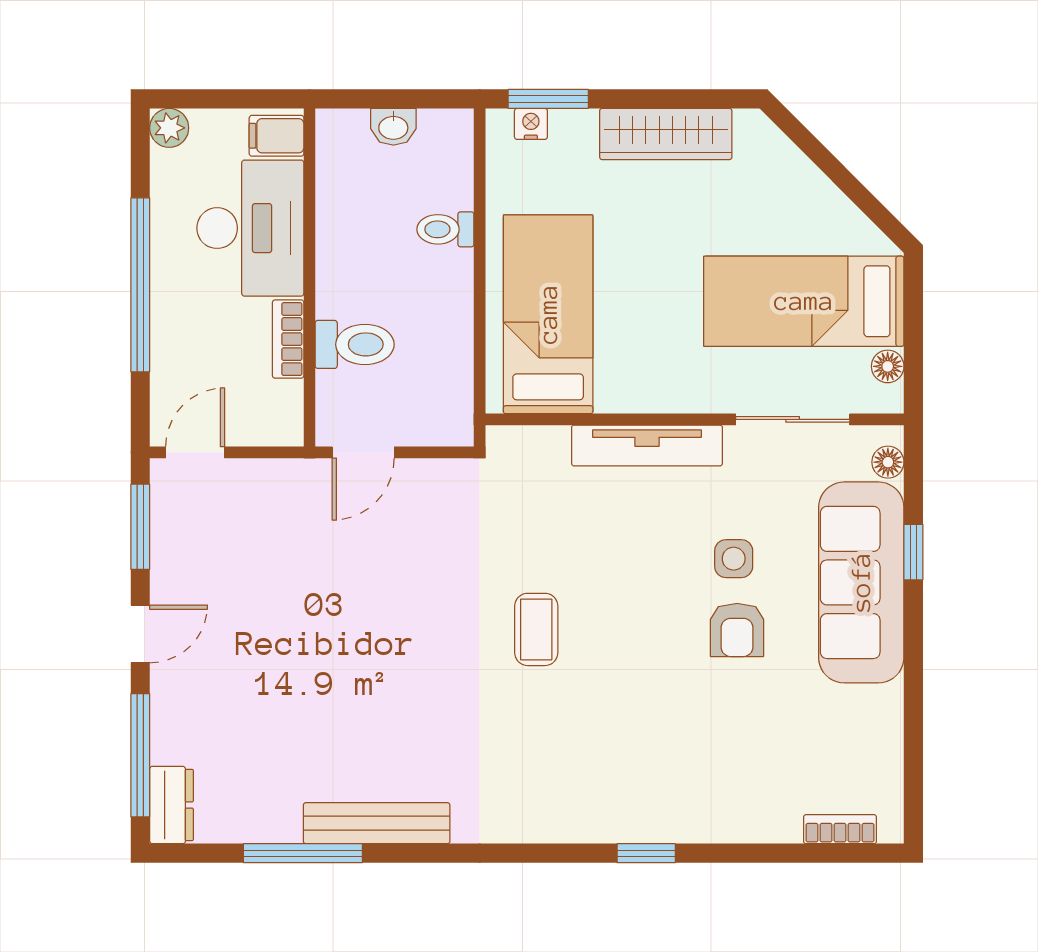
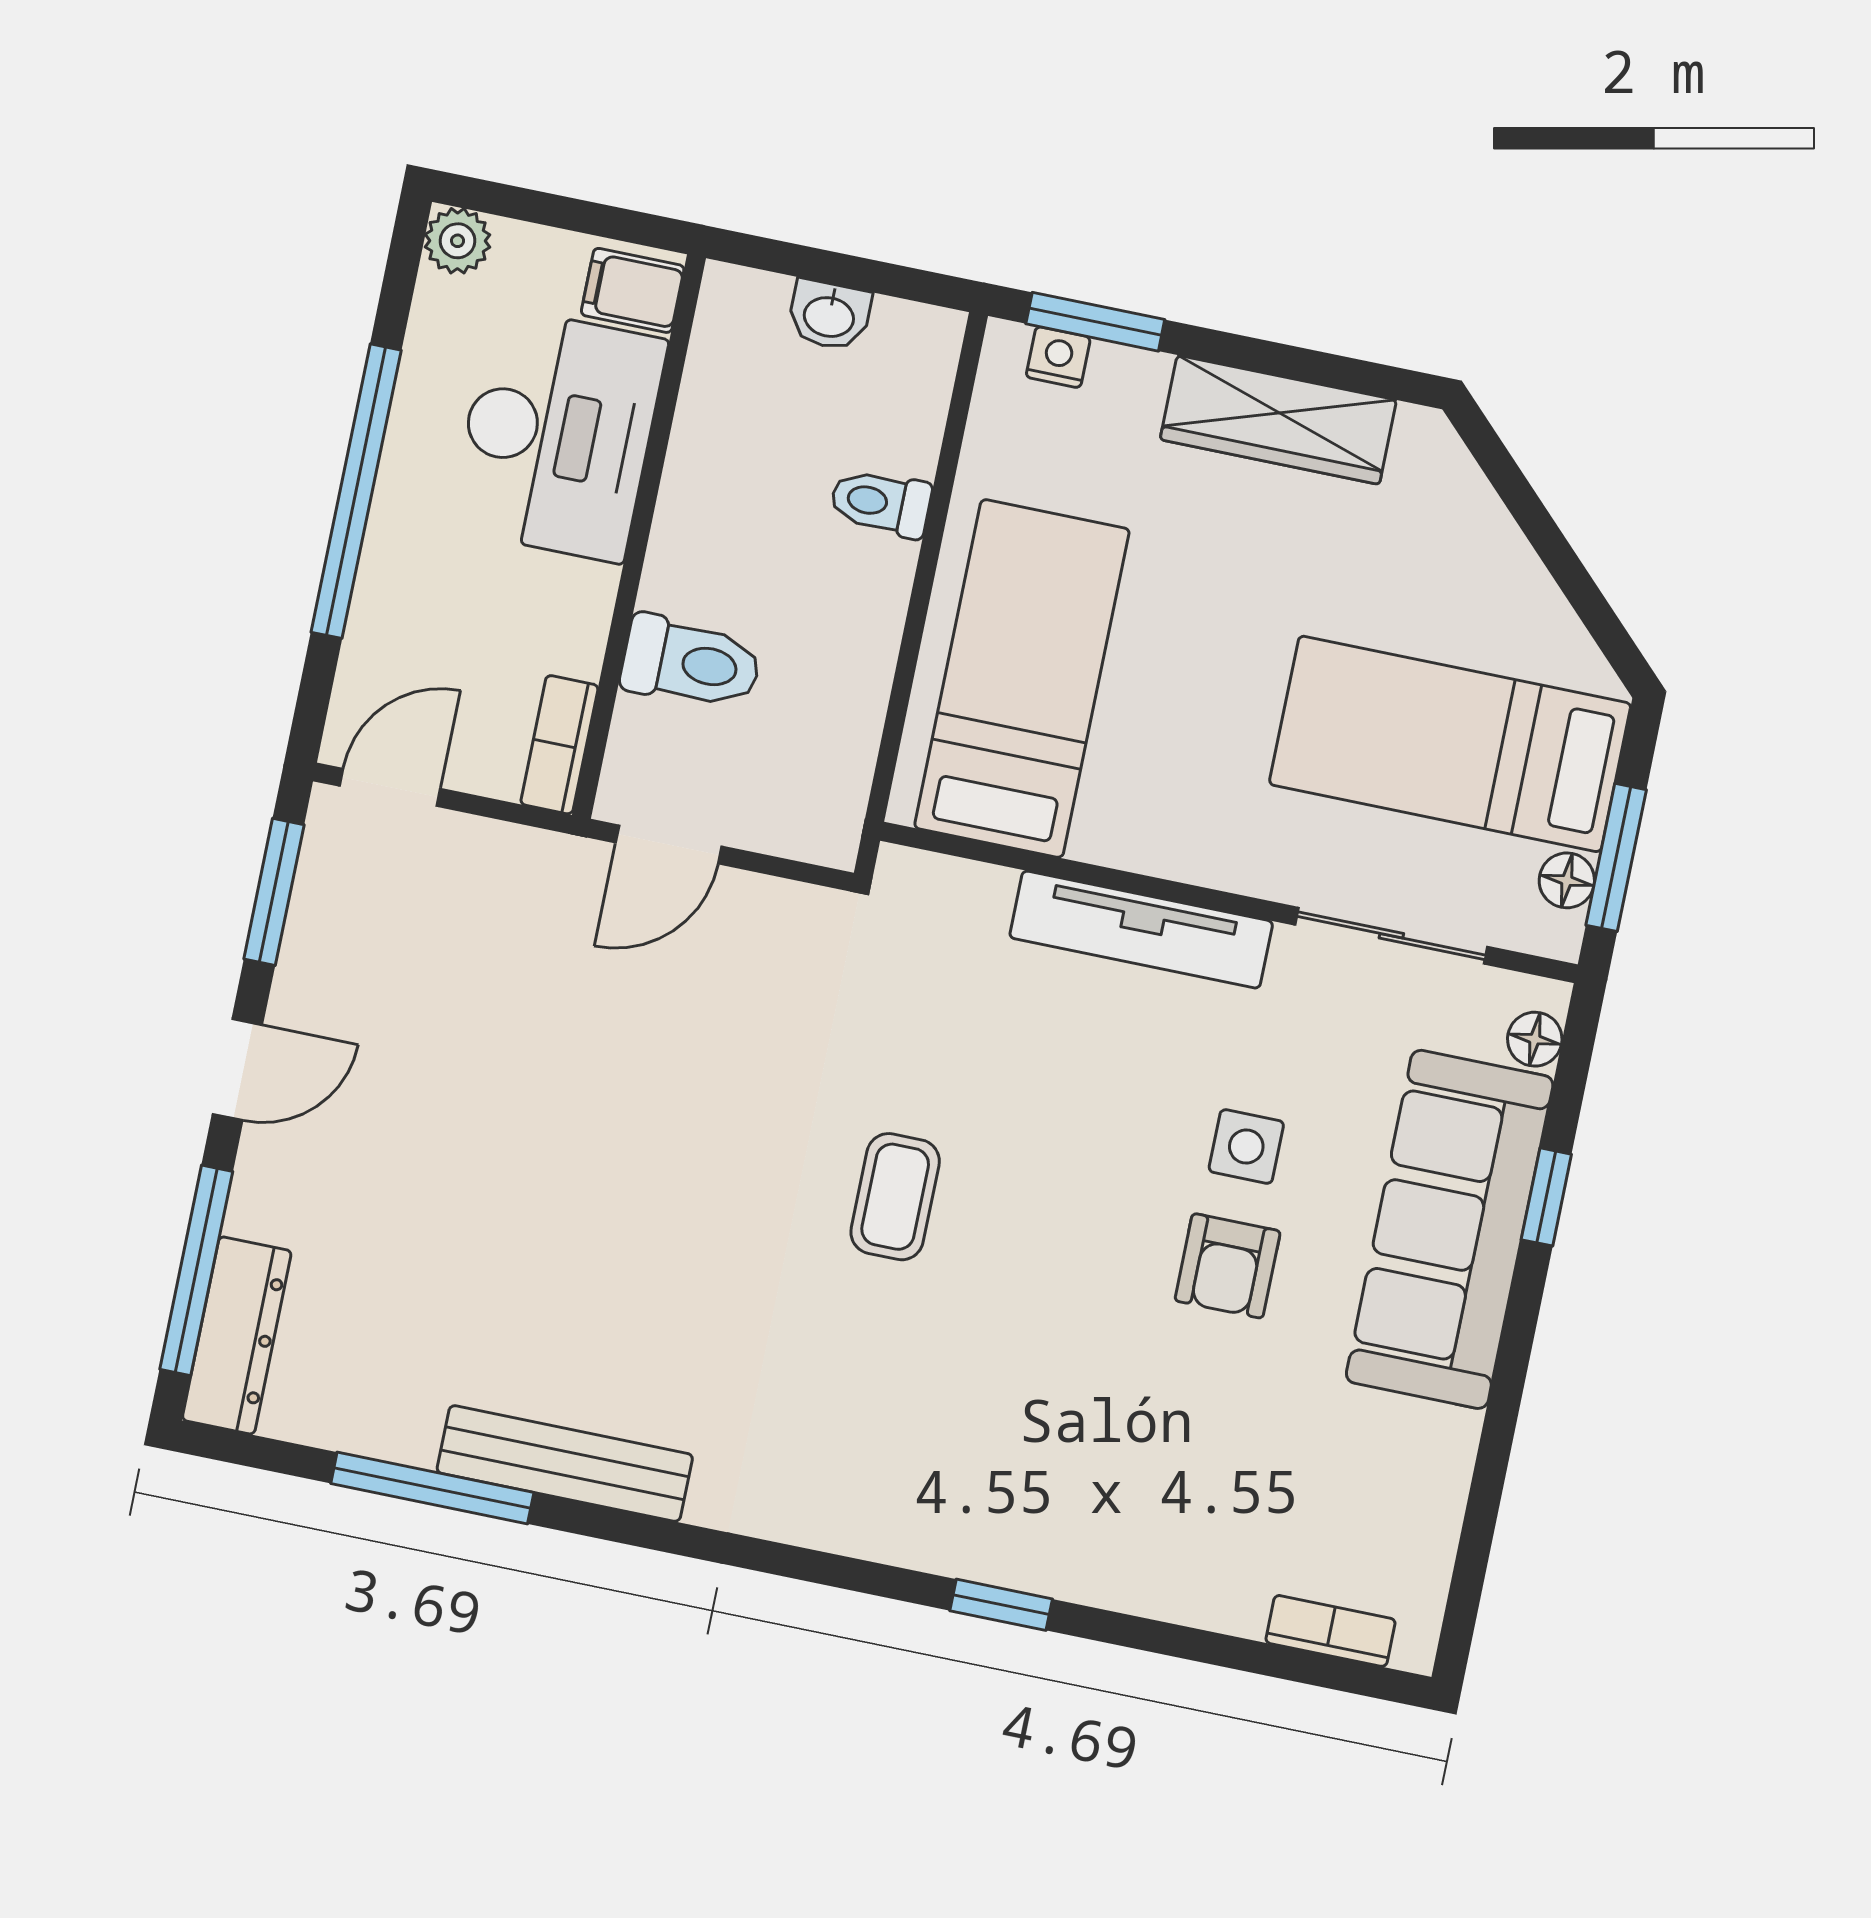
bookcase: (288, 339) -> (559, 745), moved
window: (913, 347) -> (1616, 857), added
dresser: (171, 805) -> (237, 1336), width x1.44

